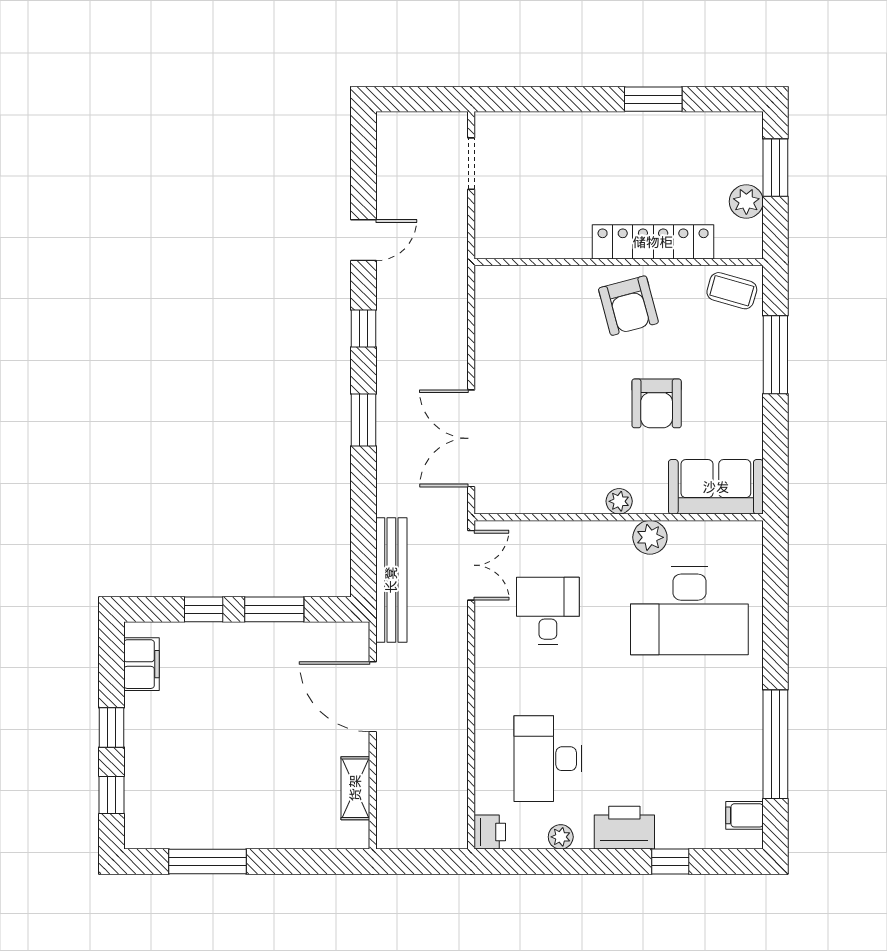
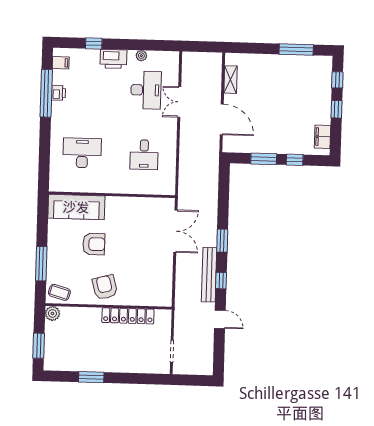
plant: (746, 202) -> (52, 313), moved
door: (364, 240) -> (220, 319), swing flipped
locker: (653, 242) -> (128, 316), moved
armchair: (657, 403) -> (94, 244), turned 90
sofa: (716, 487) -> (76, 207), width x1.36
plant: (619, 501) -> (111, 202), removed
plant: (650, 537) -> (98, 186), removed
double door: (471, 565) -> (179, 102), moved
bench: (391, 580) -> (209, 275), moved
desk: (689, 611) -> (82, 153), width x0.73, depth x0.77
printer: (490, 832) -> (58, 93), moved, turned 180

